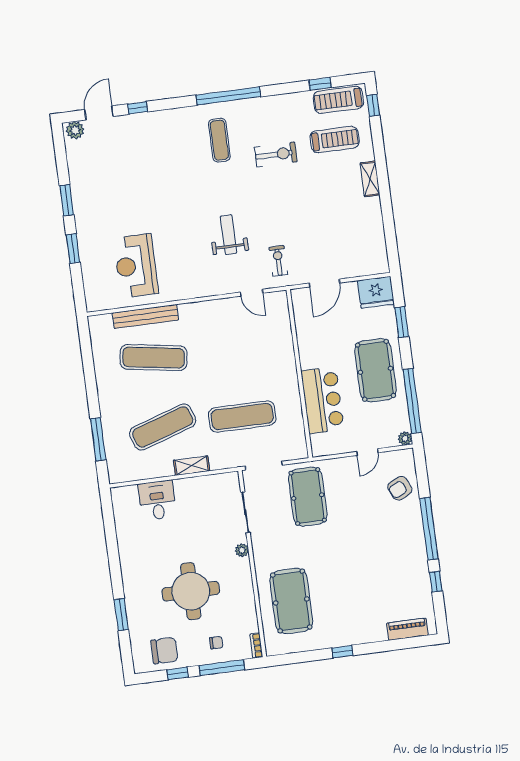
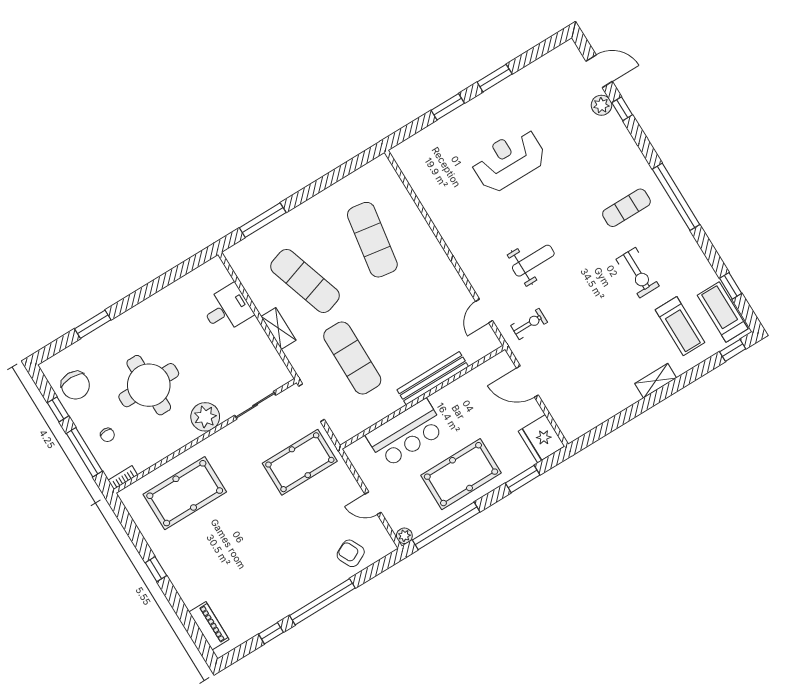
plant: (75, 130) -> (601, 105), moved
reception desk: (136, 266) -> (508, 160), moved
bench: (145, 316) -> (433, 378), moved, turned 90
plant: (242, 550) -> (205, 417), width x1.87, depth x1.87

